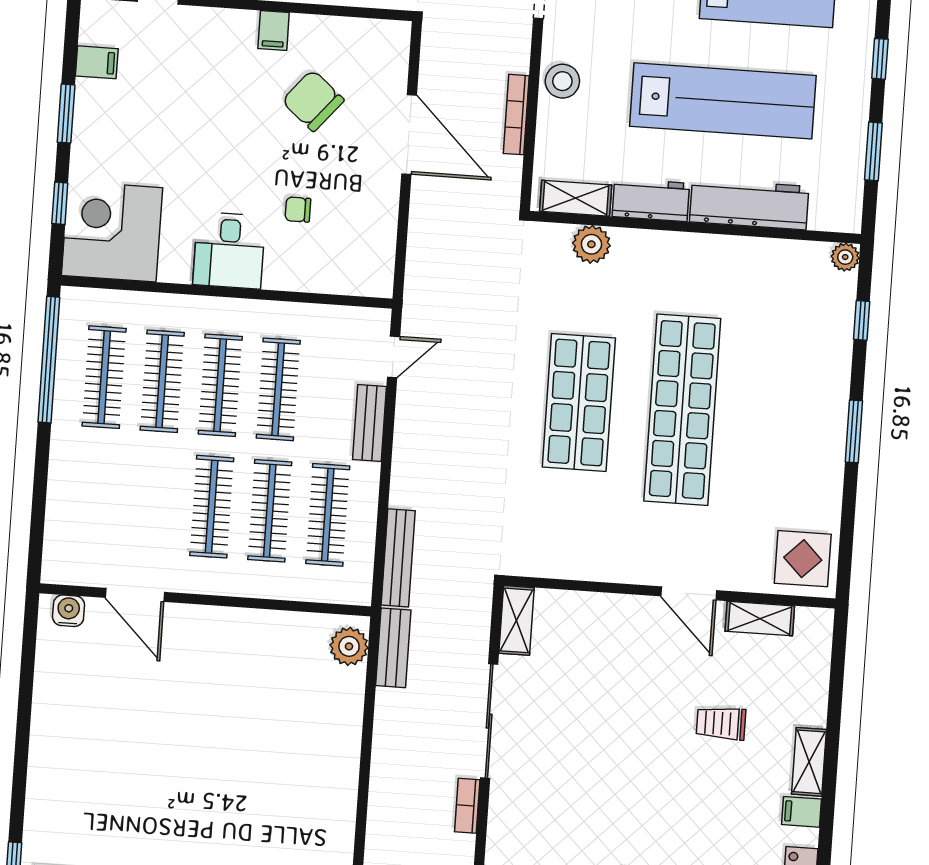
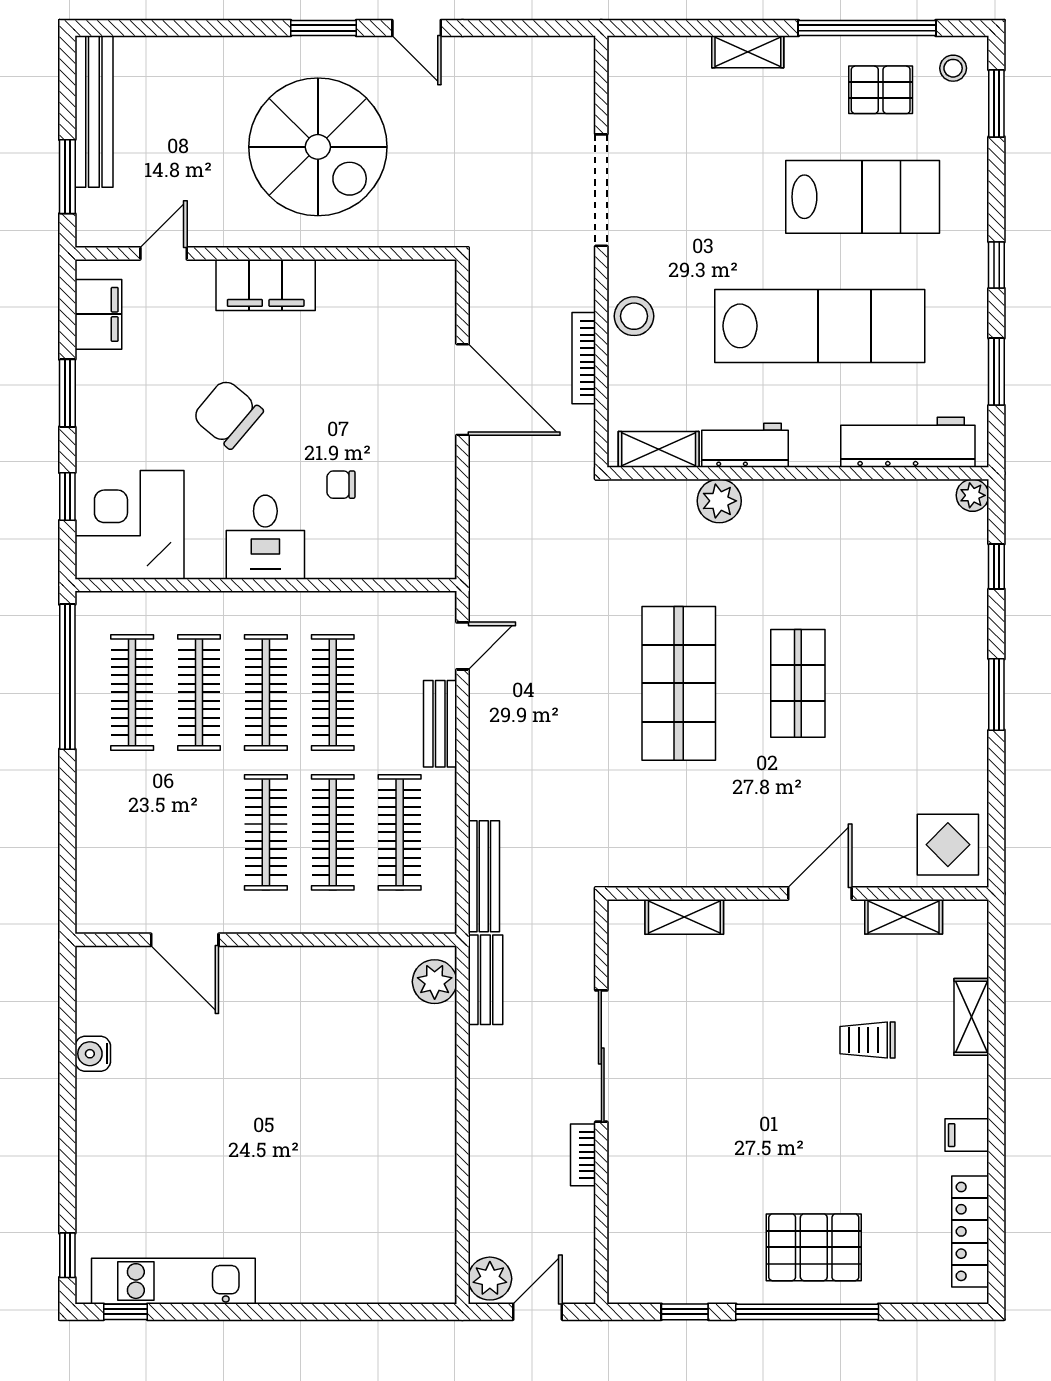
filing cabinet: (274, 31) -> (266, 285), width x3.00, depth x1.17
filing cabinet: (97, 62) -> (98, 314), width x2.00
chair: (313, 101) -> (228, 414), moved
workbench: (749, 204) -> (908, 442), moved
plant: (591, 244) -> (719, 501), moved
shop shelf: (682, 410) -> (798, 683), width x0.50, depth x0.74
door: (689, 593) -> (820, 893), swing flipped
water cooler: (69, 611) -> (93, 1054), moved, turned -90
shelving: (517, 620) -> (684, 917), moved, turned 90
shelving: (809, 762) -> (971, 1017), moved

